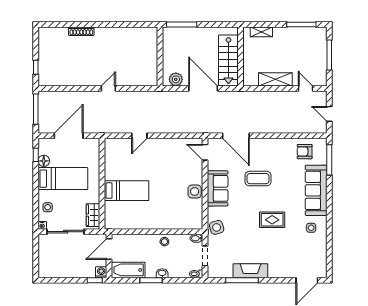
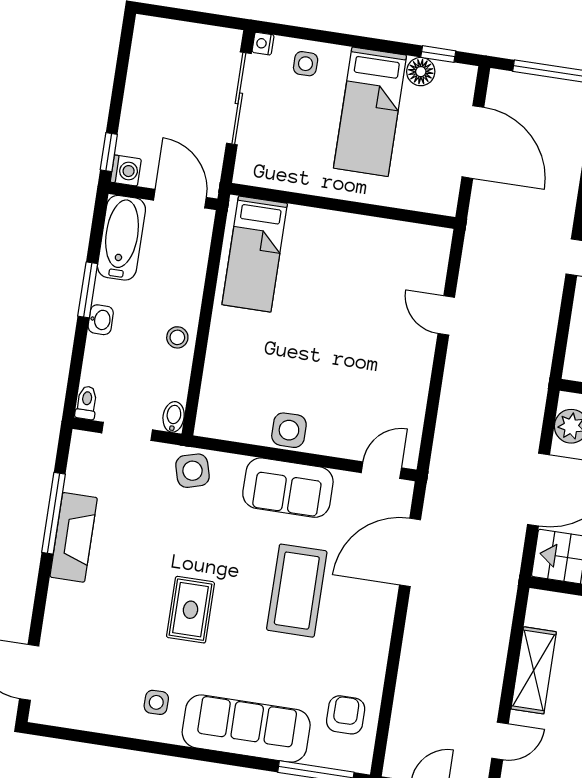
coffee table: (258, 179) -> (297, 591), width x1.36, depth x1.32
bed: (127, 191) -> (255, 254), moved
wardrobe: (93, 215) -> (269, 172), removed

